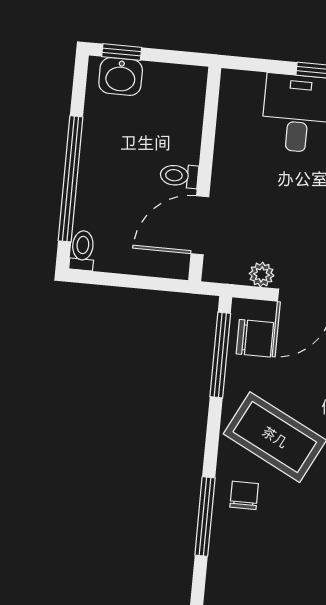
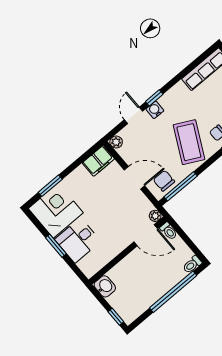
washbasin: (121, 76) -> (105, 286), moved
toilet: (179, 176) -> (169, 231), moved
plant: (262, 274) -> (155, 216), moved

